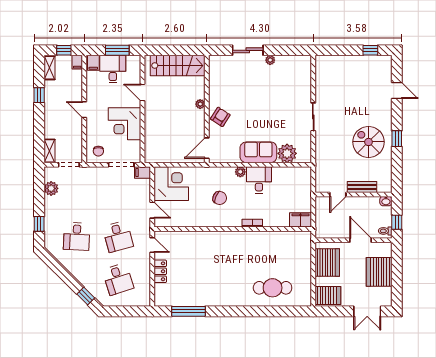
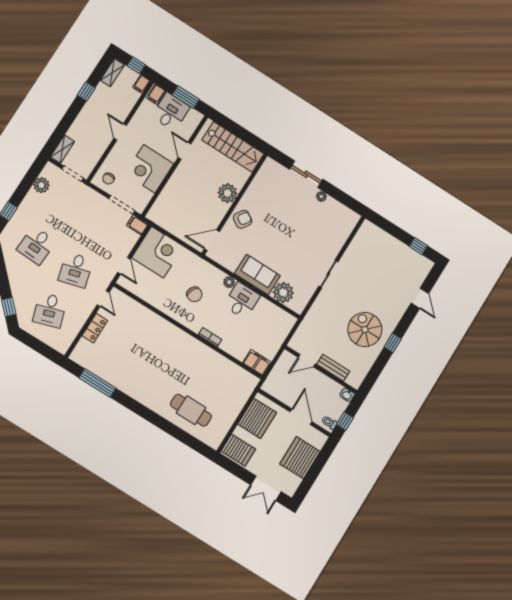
plant: (200, 104) -> (228, 193), width x1.88, depth x1.88

